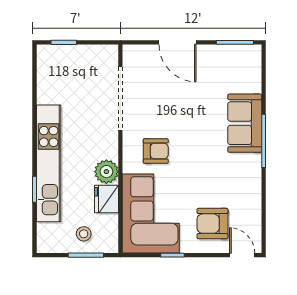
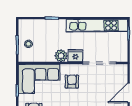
armchair: (156, 151) -> (72, 82), turned 180
kitchen unit: (49, 163) -> (97, 25), moved
fridge: (106, 199) -> (75, 56), moved

